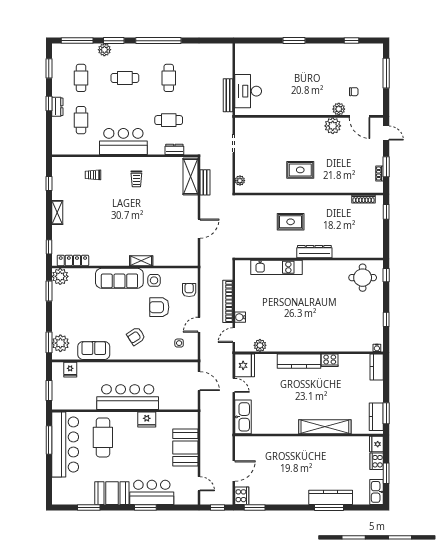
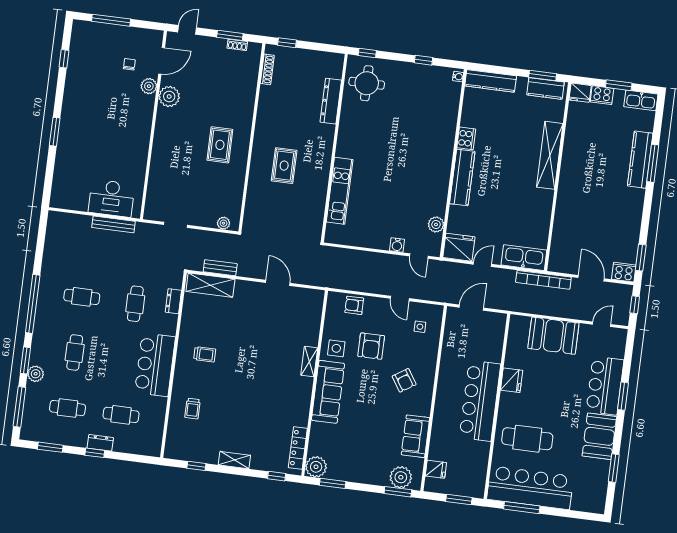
dresser: (314, 252) -> (331, 101), moved
bookcase: (228, 301) -> (543, 280), moved
kitchen counter: (377, 367) -> (491, 81), width x1.50

